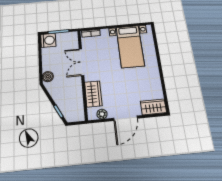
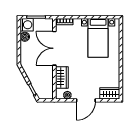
double door: (81, 62) -> (54, 48), width x1.37
boiler: (48, 77) -> (25, 37), moved

